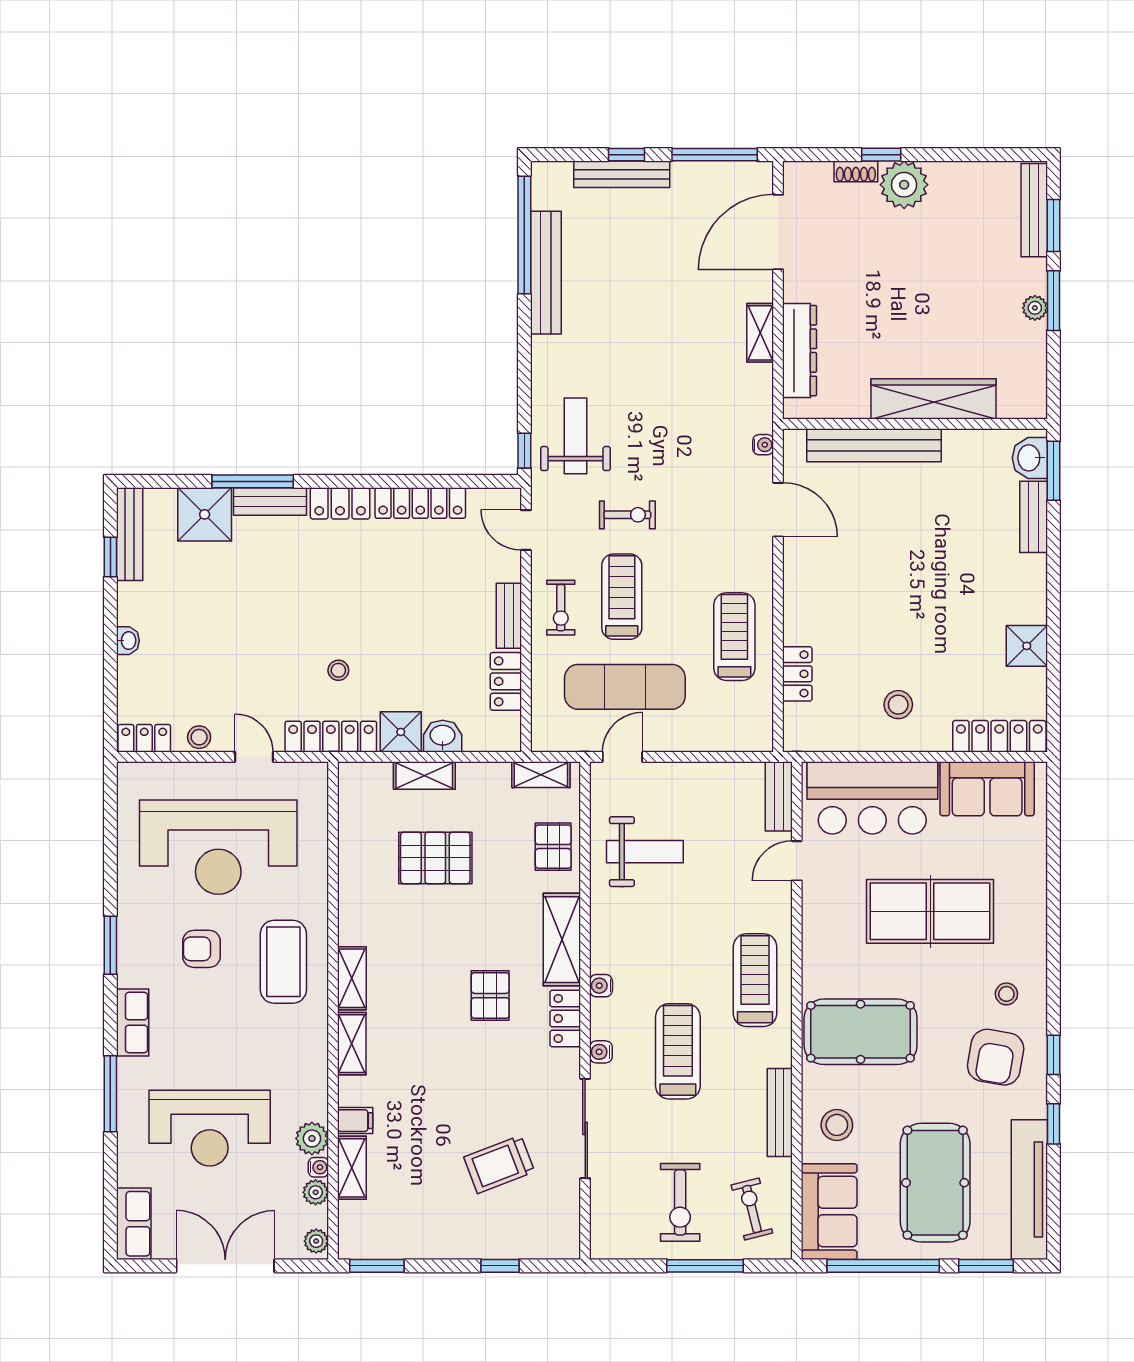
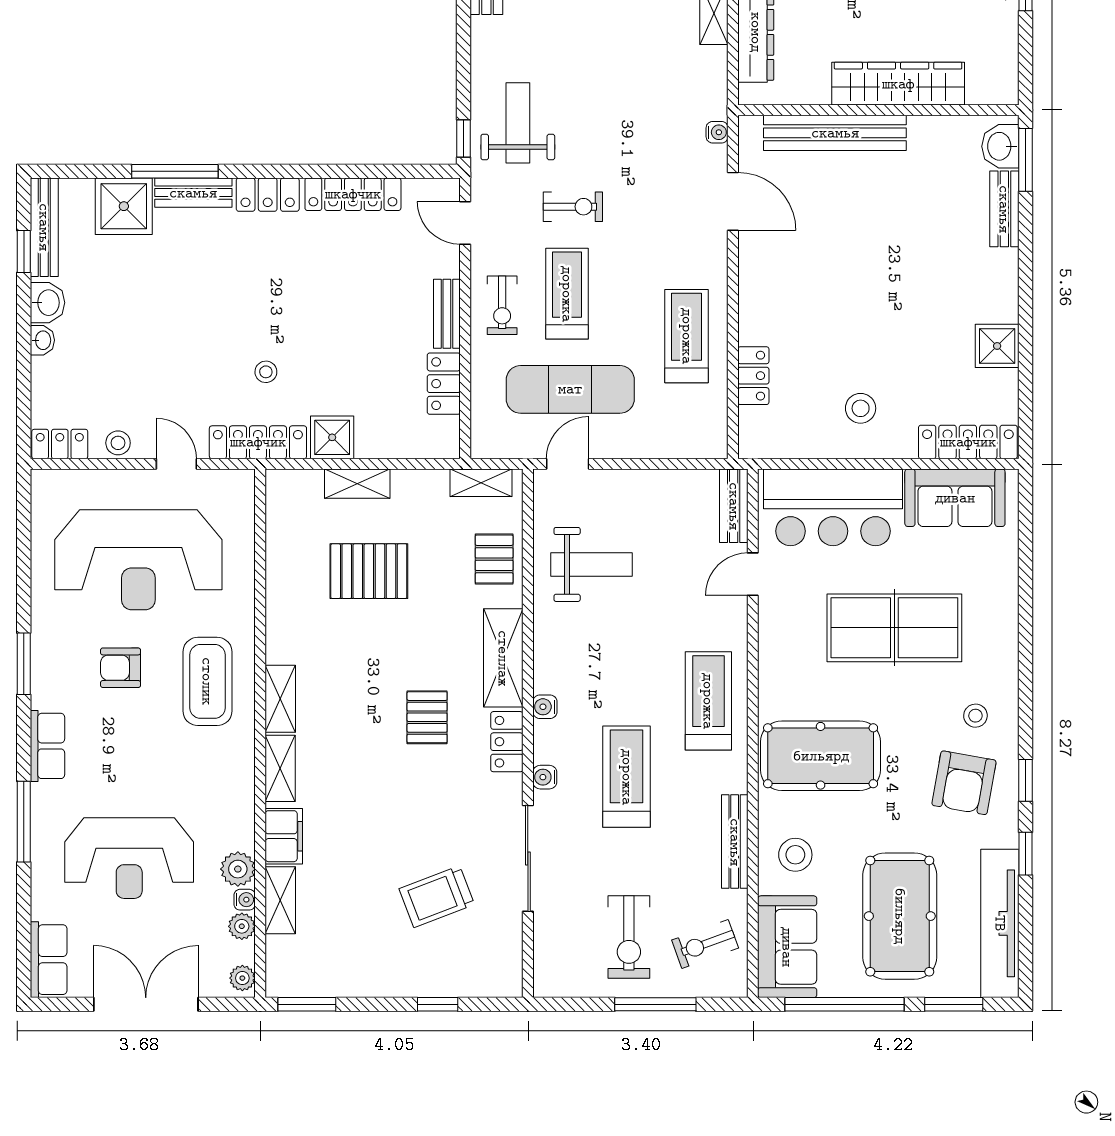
washbasin: (443, 736) -> (47, 303), moved, turned 90
filing cabinet: (355, 1121) -> (284, 836), width x2.00
exercise bike: (752, 1209) -> (705, 944), turned -96

